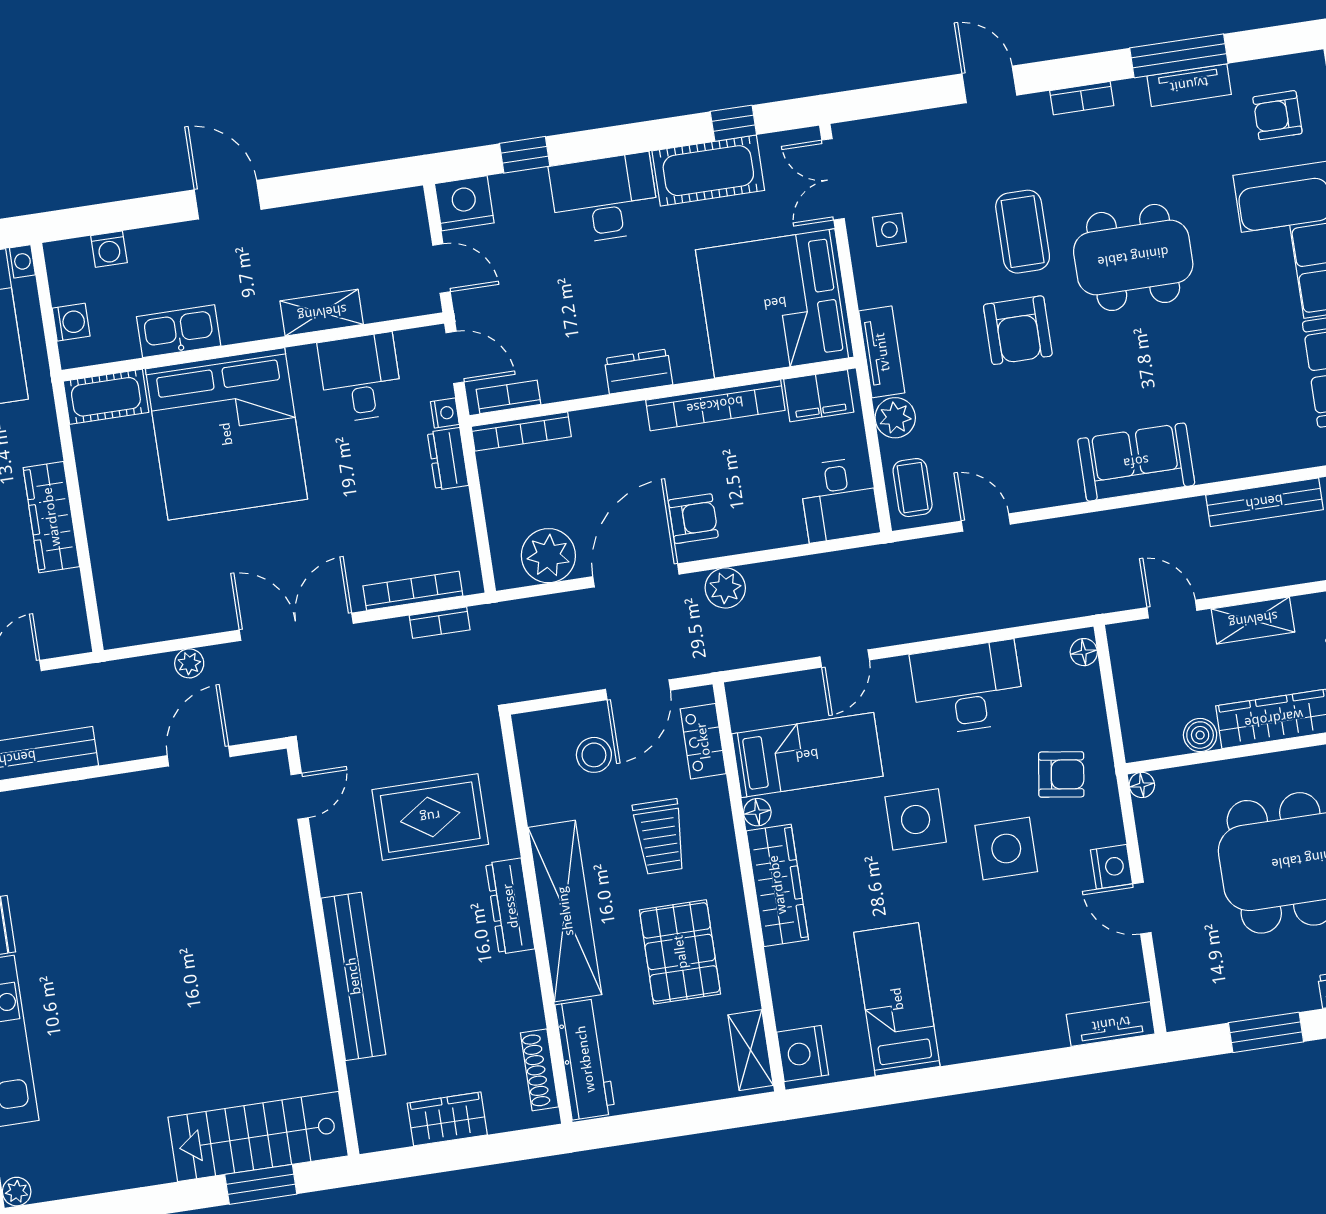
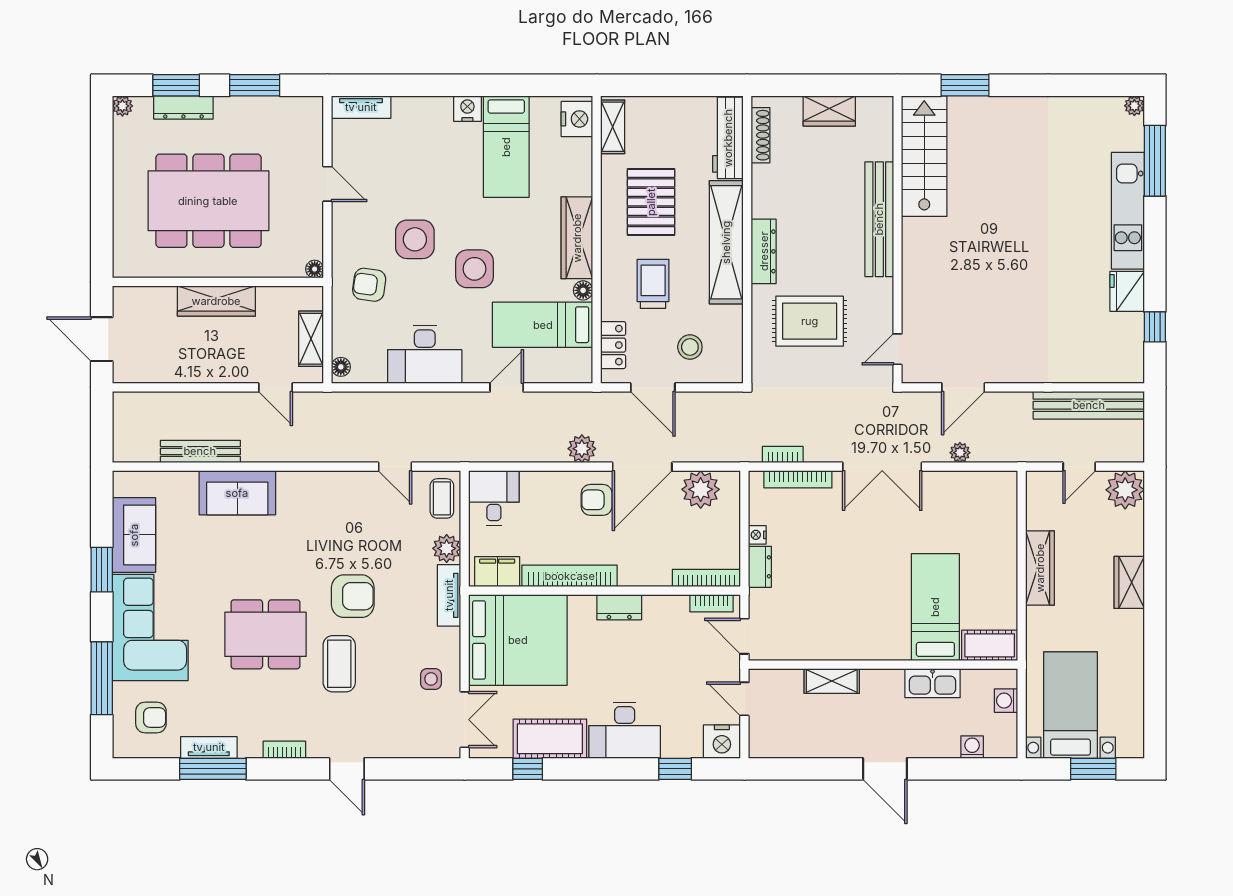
armchair: (1018, 330) -> (353, 596), turned 90
desk: (360, 378) -> (812, 632), removed
nightstand: (445, 413) -> (757, 535), moved
bed: (226, 434) -> (935, 607), width x0.49
sofa: (1136, 462) -> (237, 493), moved
shelving: (1253, 620) -> (311, 339), moved, turned 90
door: (638, 690) -> (653, 387), swing flipped
boiler: (1200, 735) -> (269, 297), removed
nightstand: (1112, 867) -> (467, 109), moved, turned 90
stairs: (258, 1136) -> (924, 156), moved, turned -90

